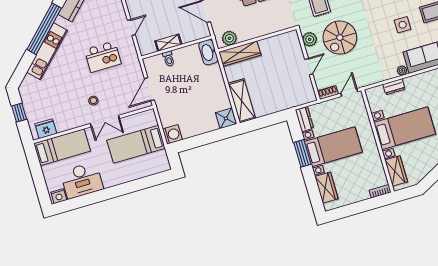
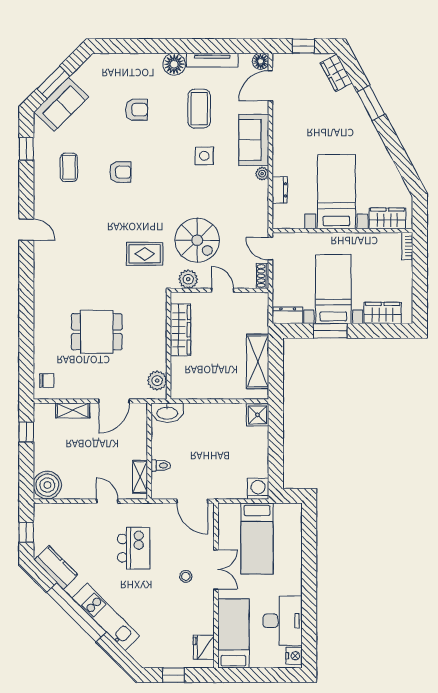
shelving: (168, 43) -> (140, 477), moved
wardrobe: (240, 53) -> (180, 330), moved
shelving: (242, 101) -> (258, 361), moved, turned 90

